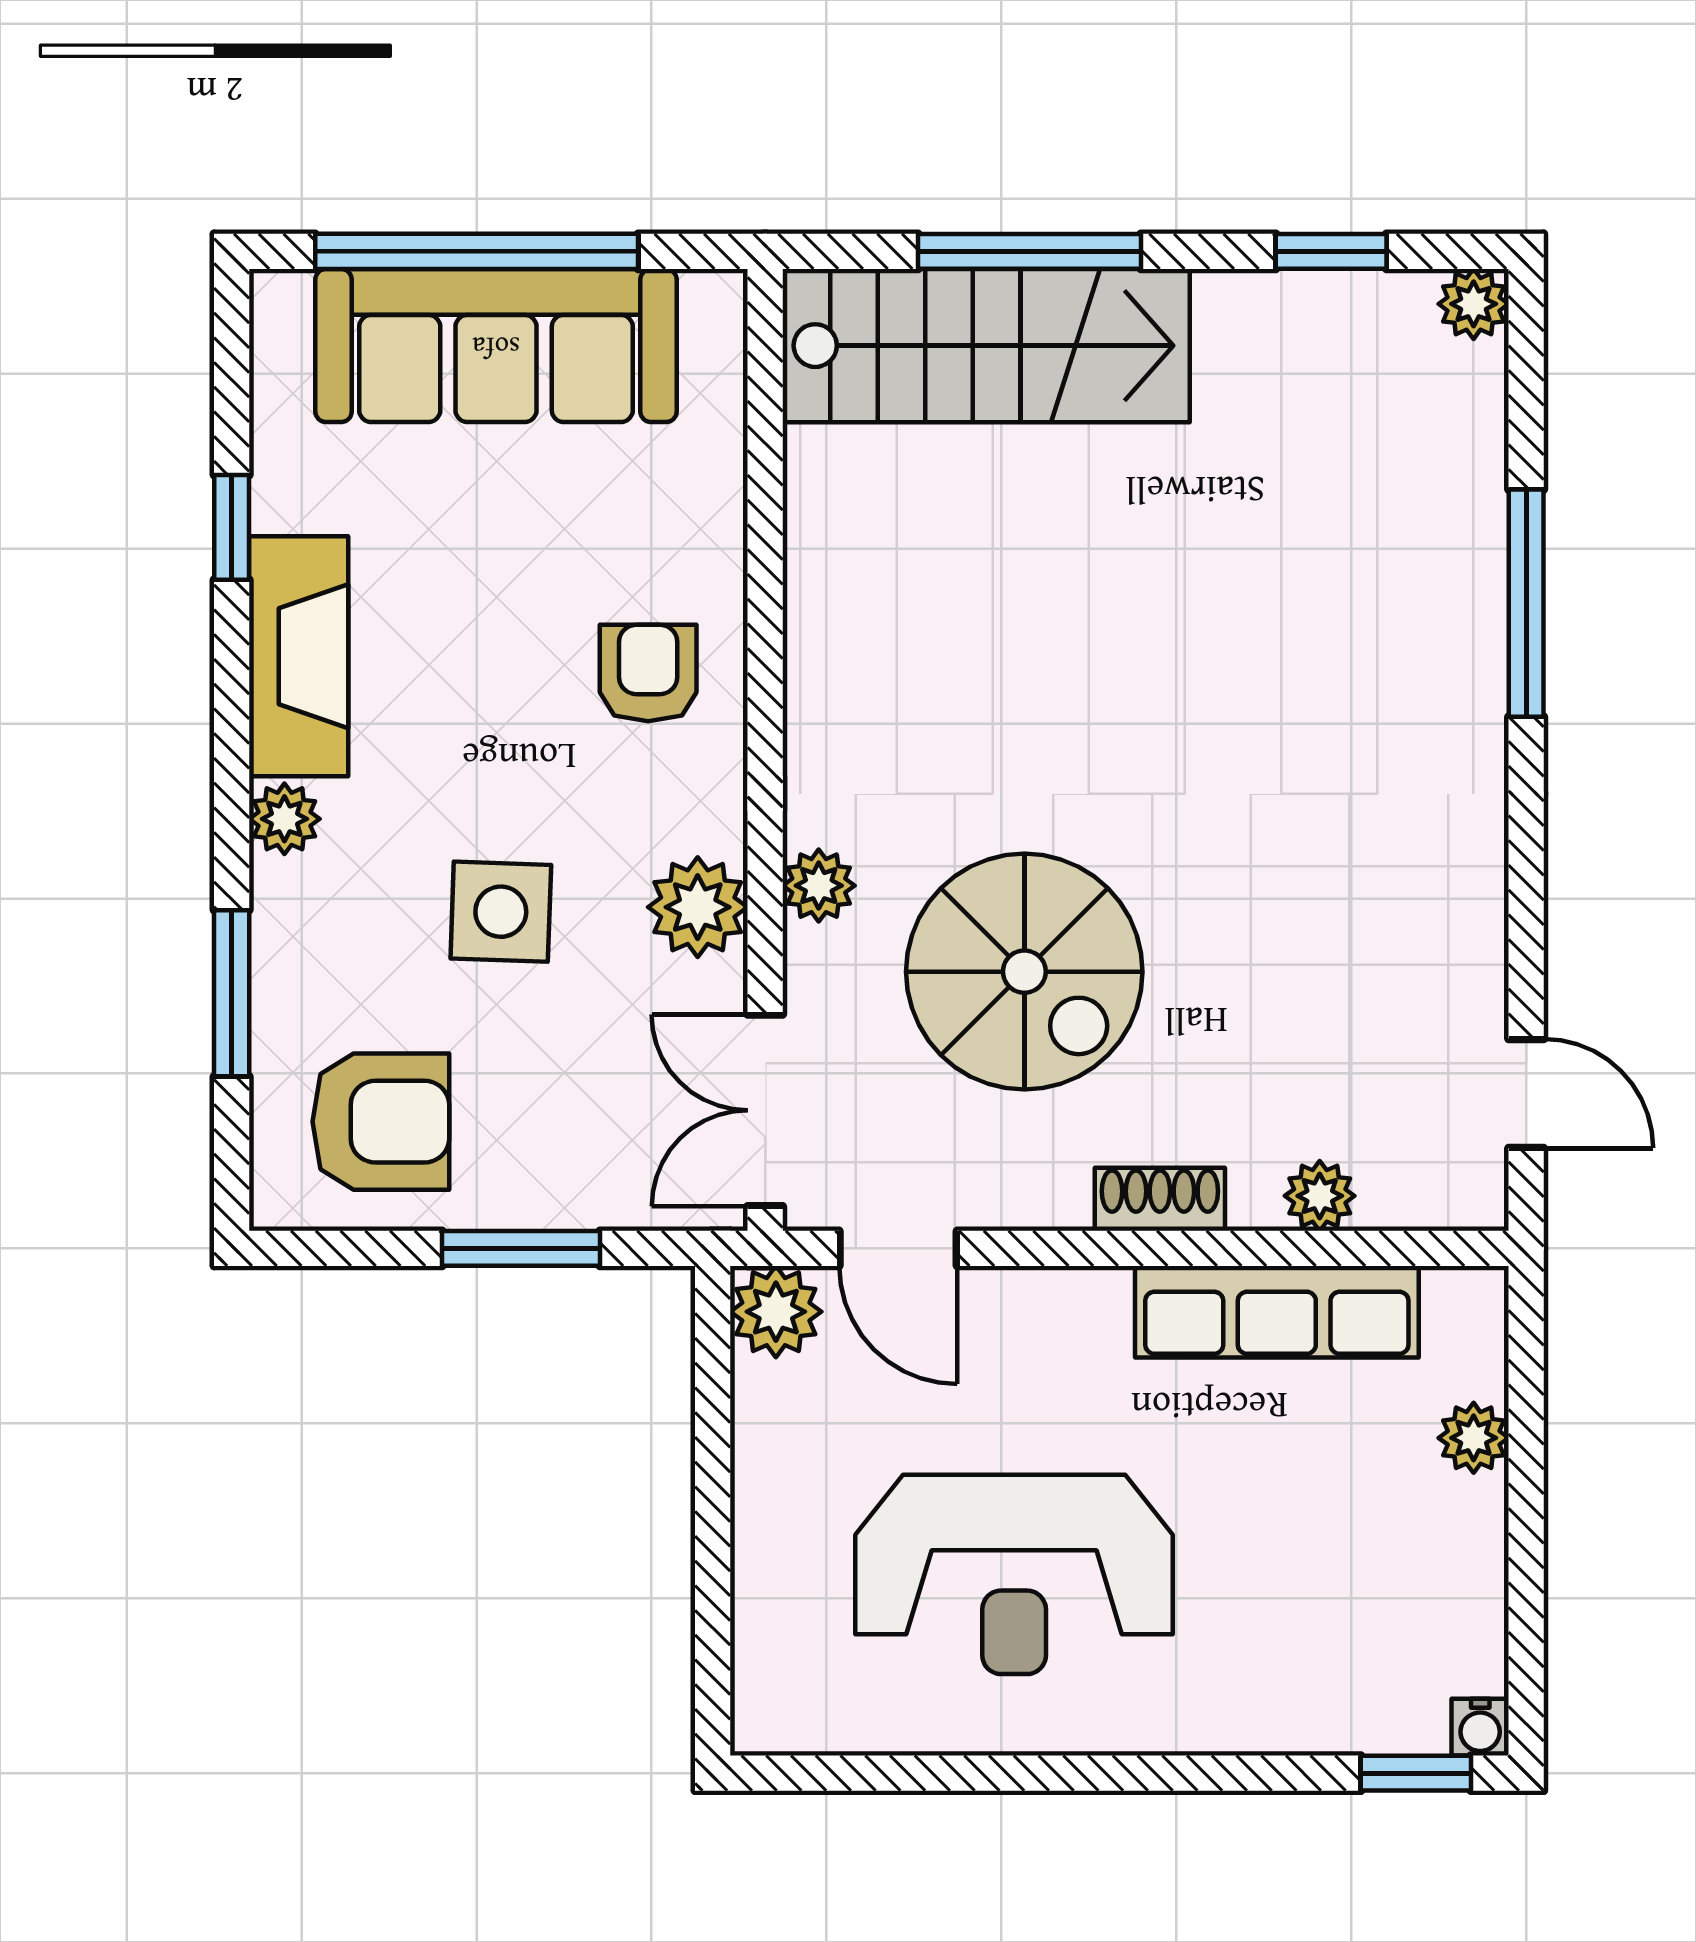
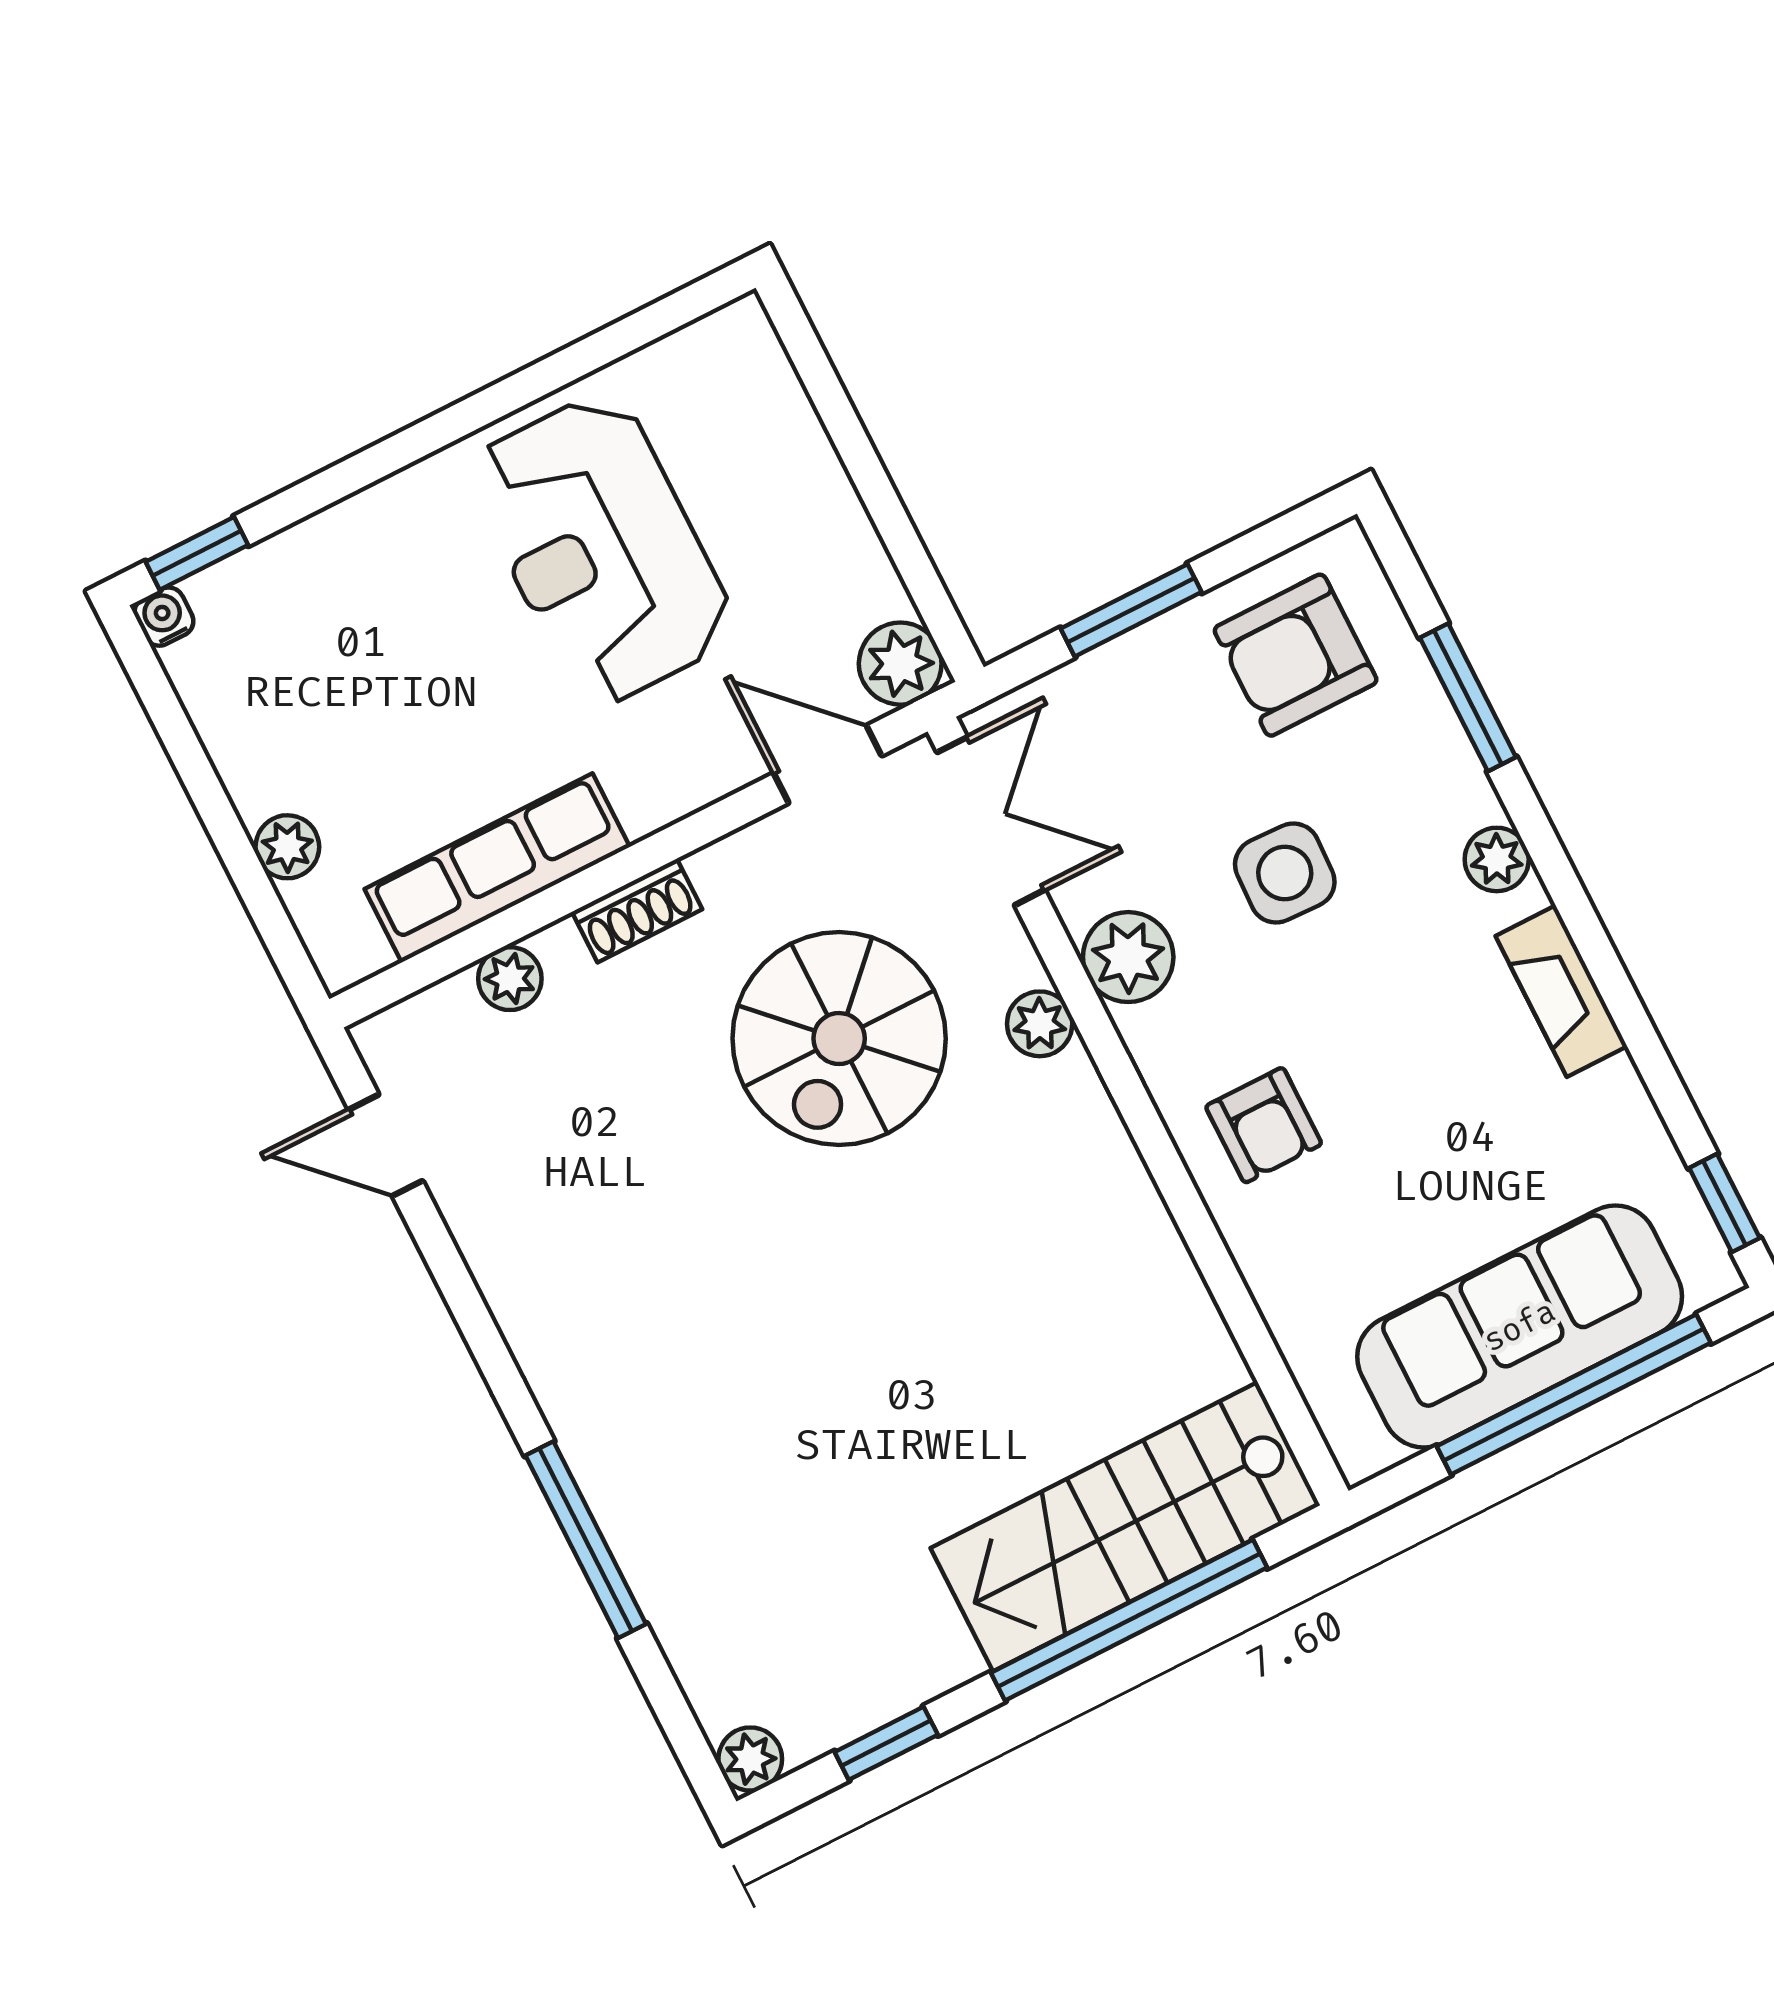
window: (1029, 251) -> (1129, 1620), width x1.46
window: (232, 527) -> (1724, 1203), moved
fireplace: (299, 656) -> (1561, 991), width x0.73, depth x0.76
spiral stairs: (1024, 972) -> (839, 1039), turned -90
reception desk: (1014, 1574) -> (601, 549), turned -90

